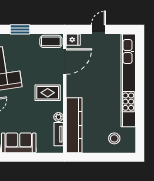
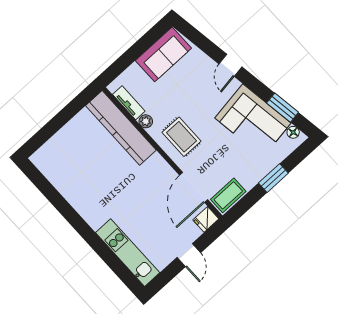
kitchen unit: (128, 80) -> (128, 253), width x0.54
rug: (48, 93) -> (181, 137), turned 90
stool: (114, 138) -> (65, 153), removed

